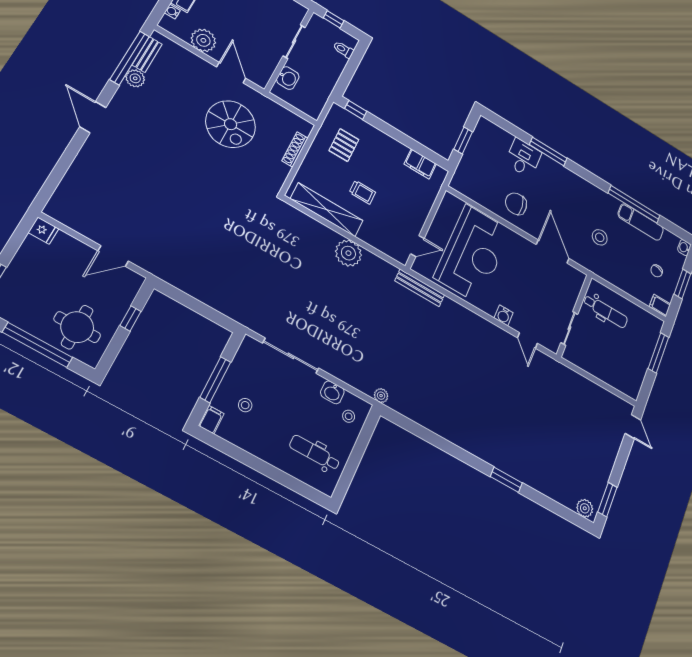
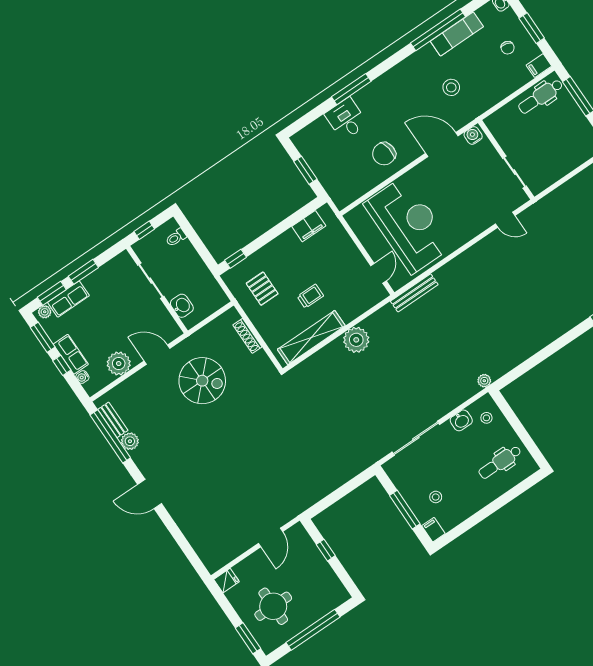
dental chair: (606, 311) -> (541, 96), moved, turned 180
water cooler: (504, 315) -> (473, 136), moved, turned 180
round table: (77, 327) -> (273, 606), moved

